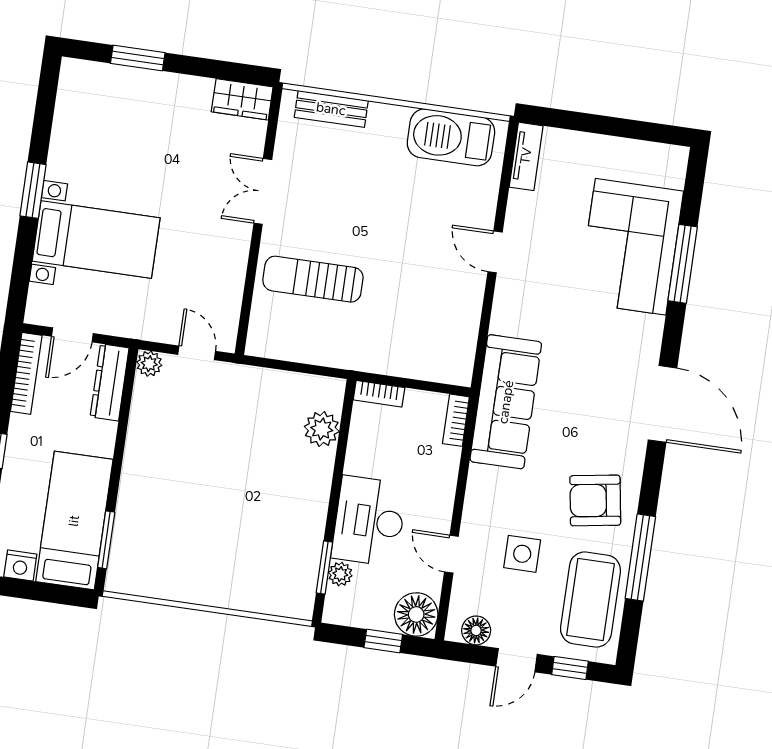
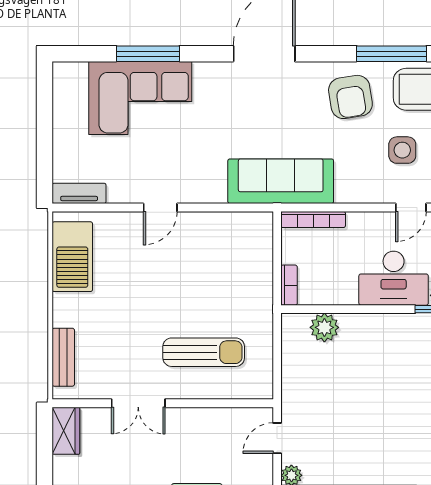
sun lounger: (313, 279) -> (204, 352), turned -90
bookcase: (456, 420) -> (313, 219), width x1.56

